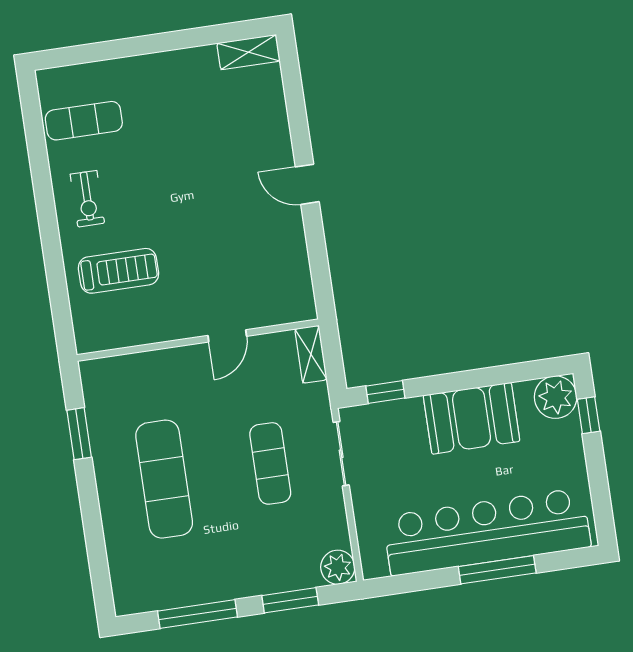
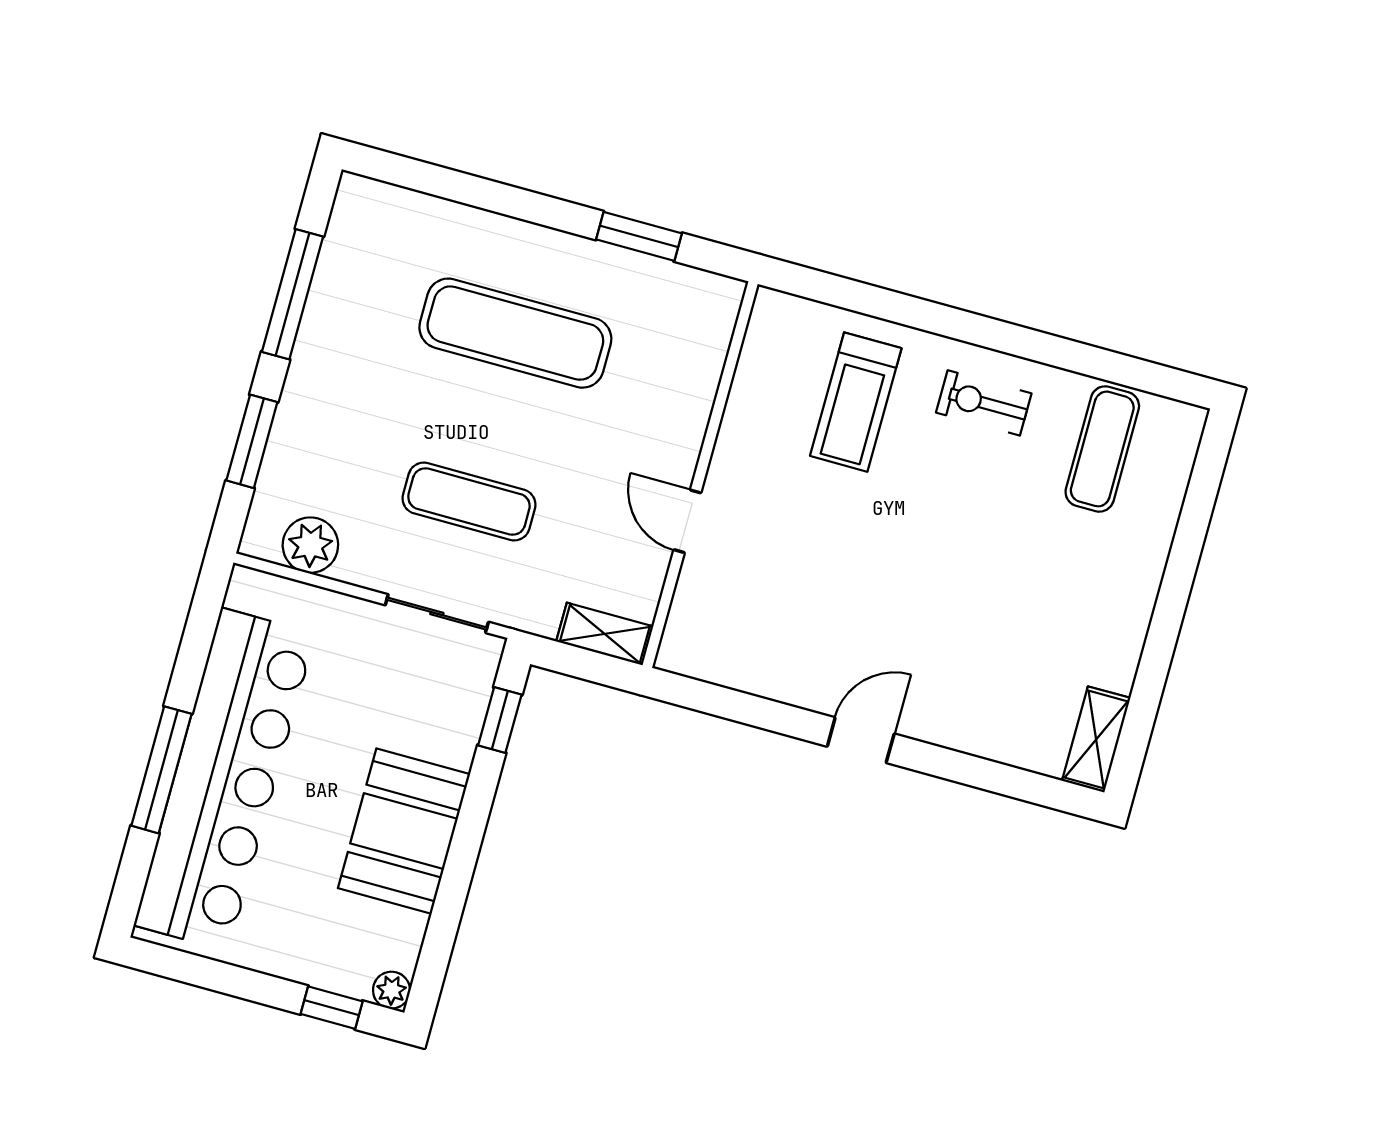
plant: (556, 397) -> (391, 990), width x0.53, depth x0.53
plant: (338, 567) -> (310, 545), moved

